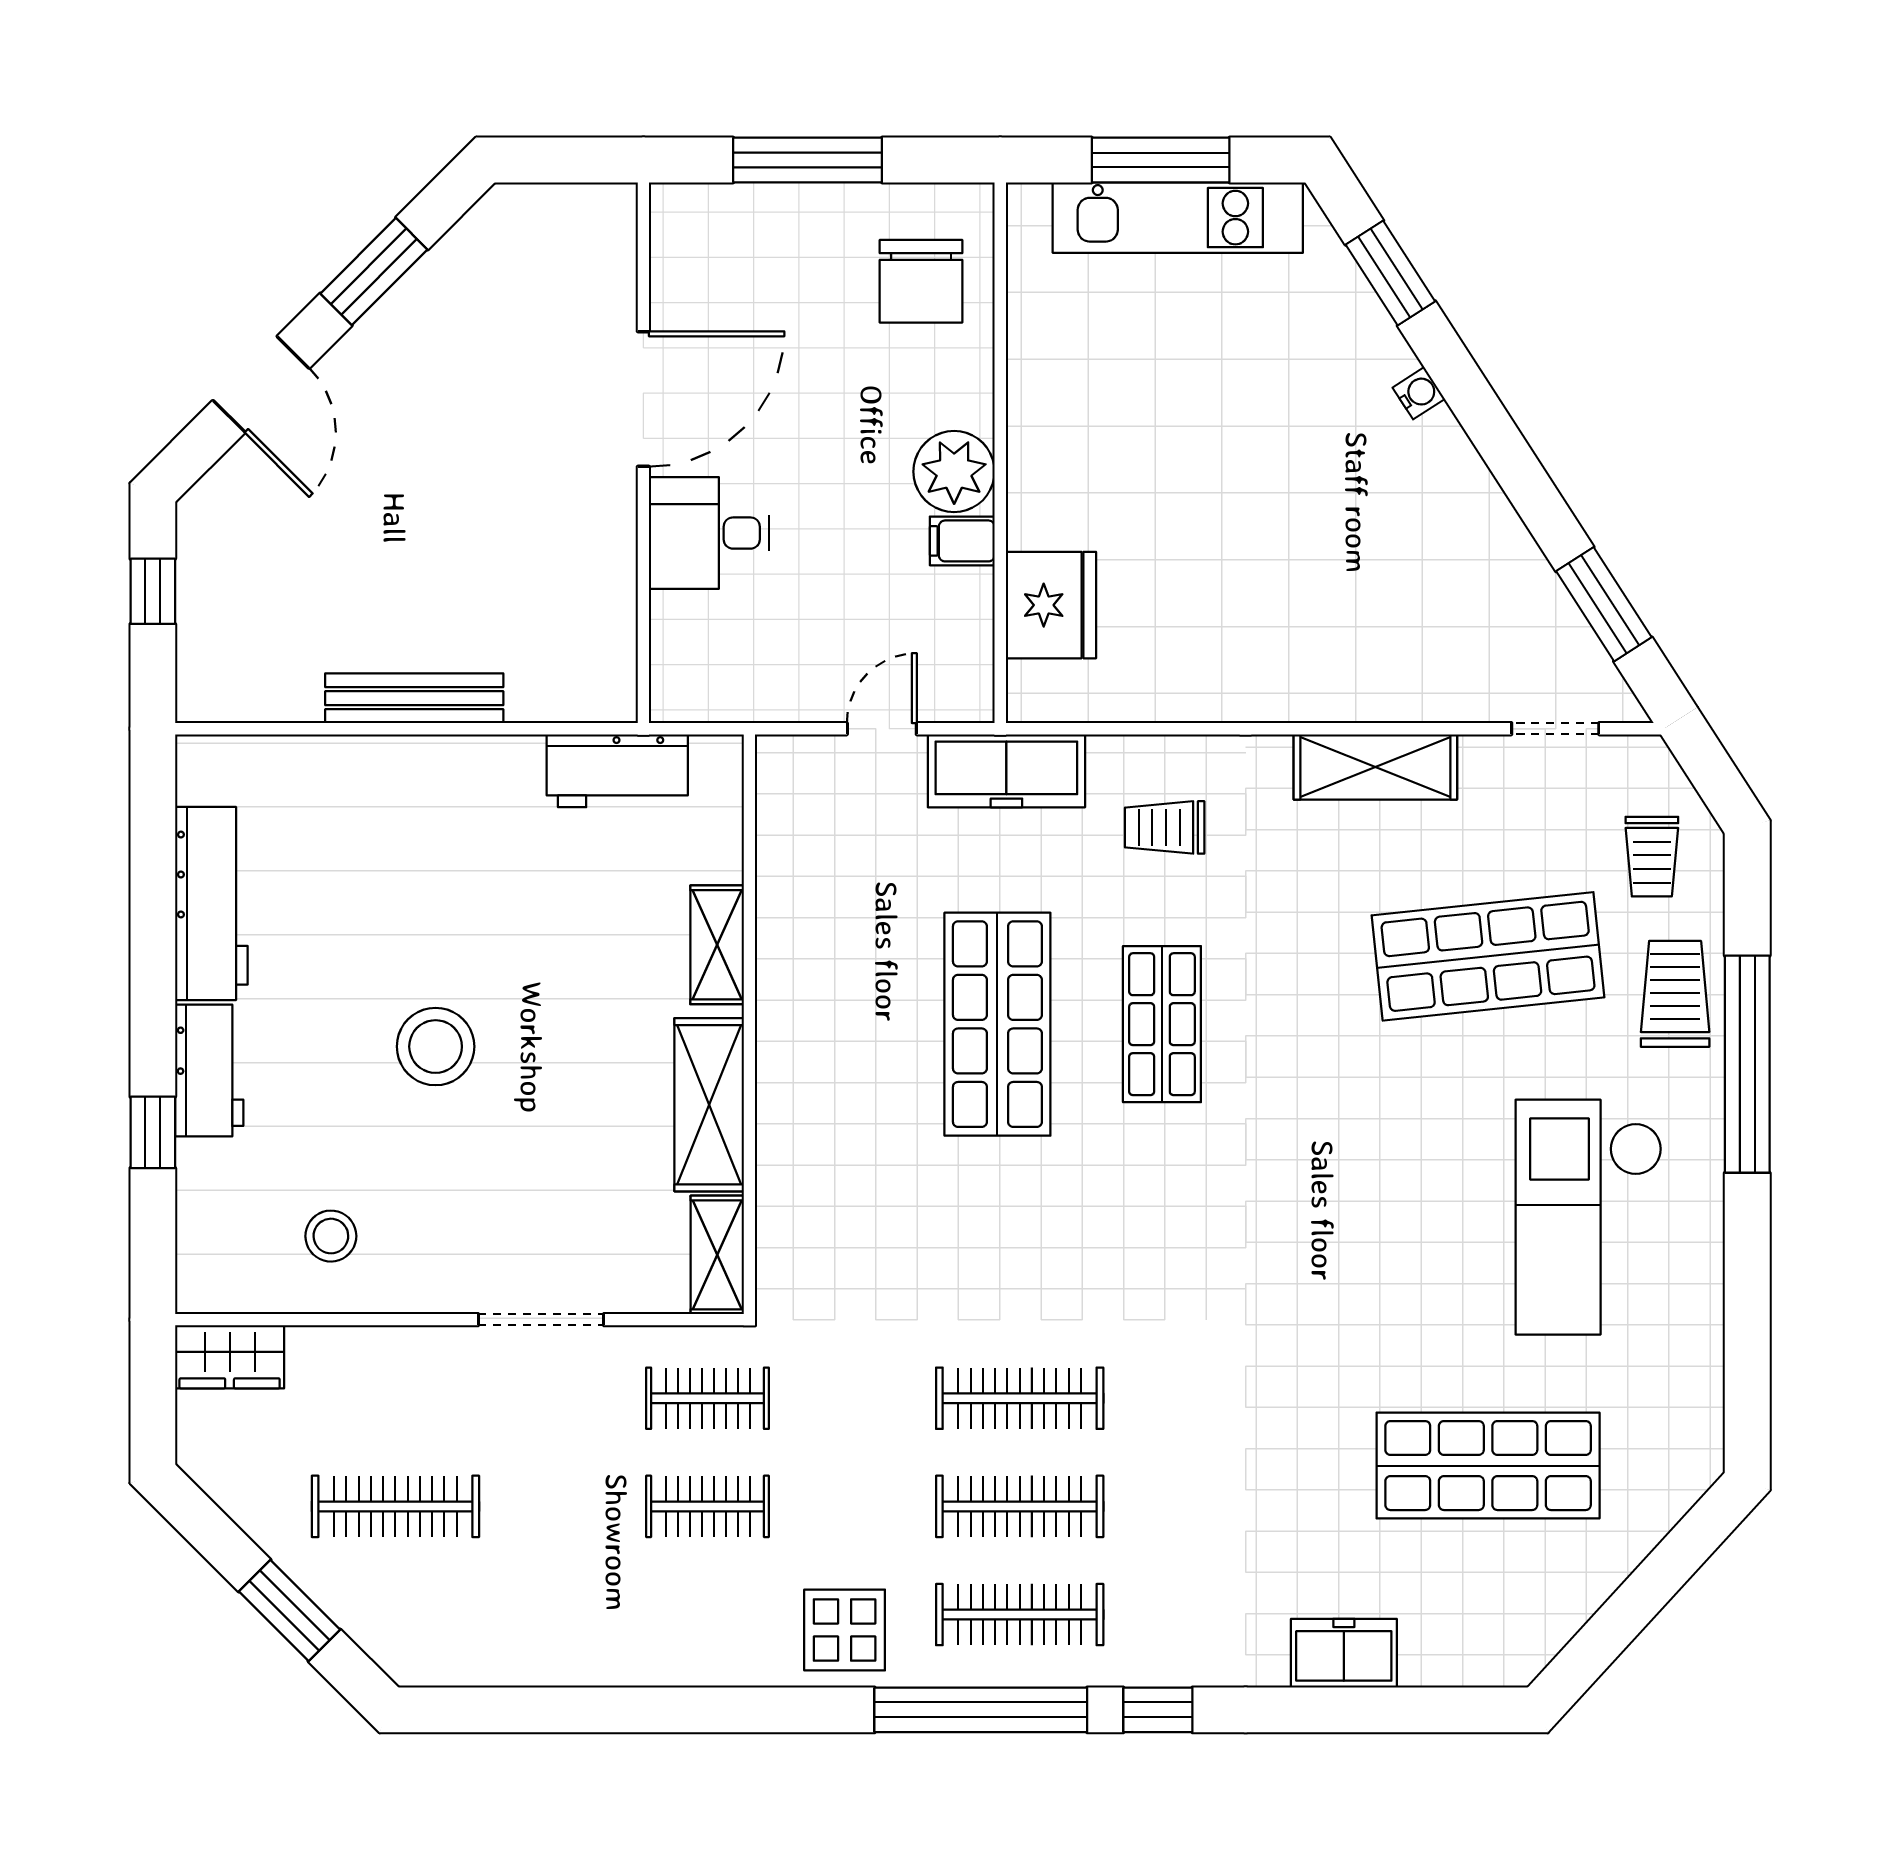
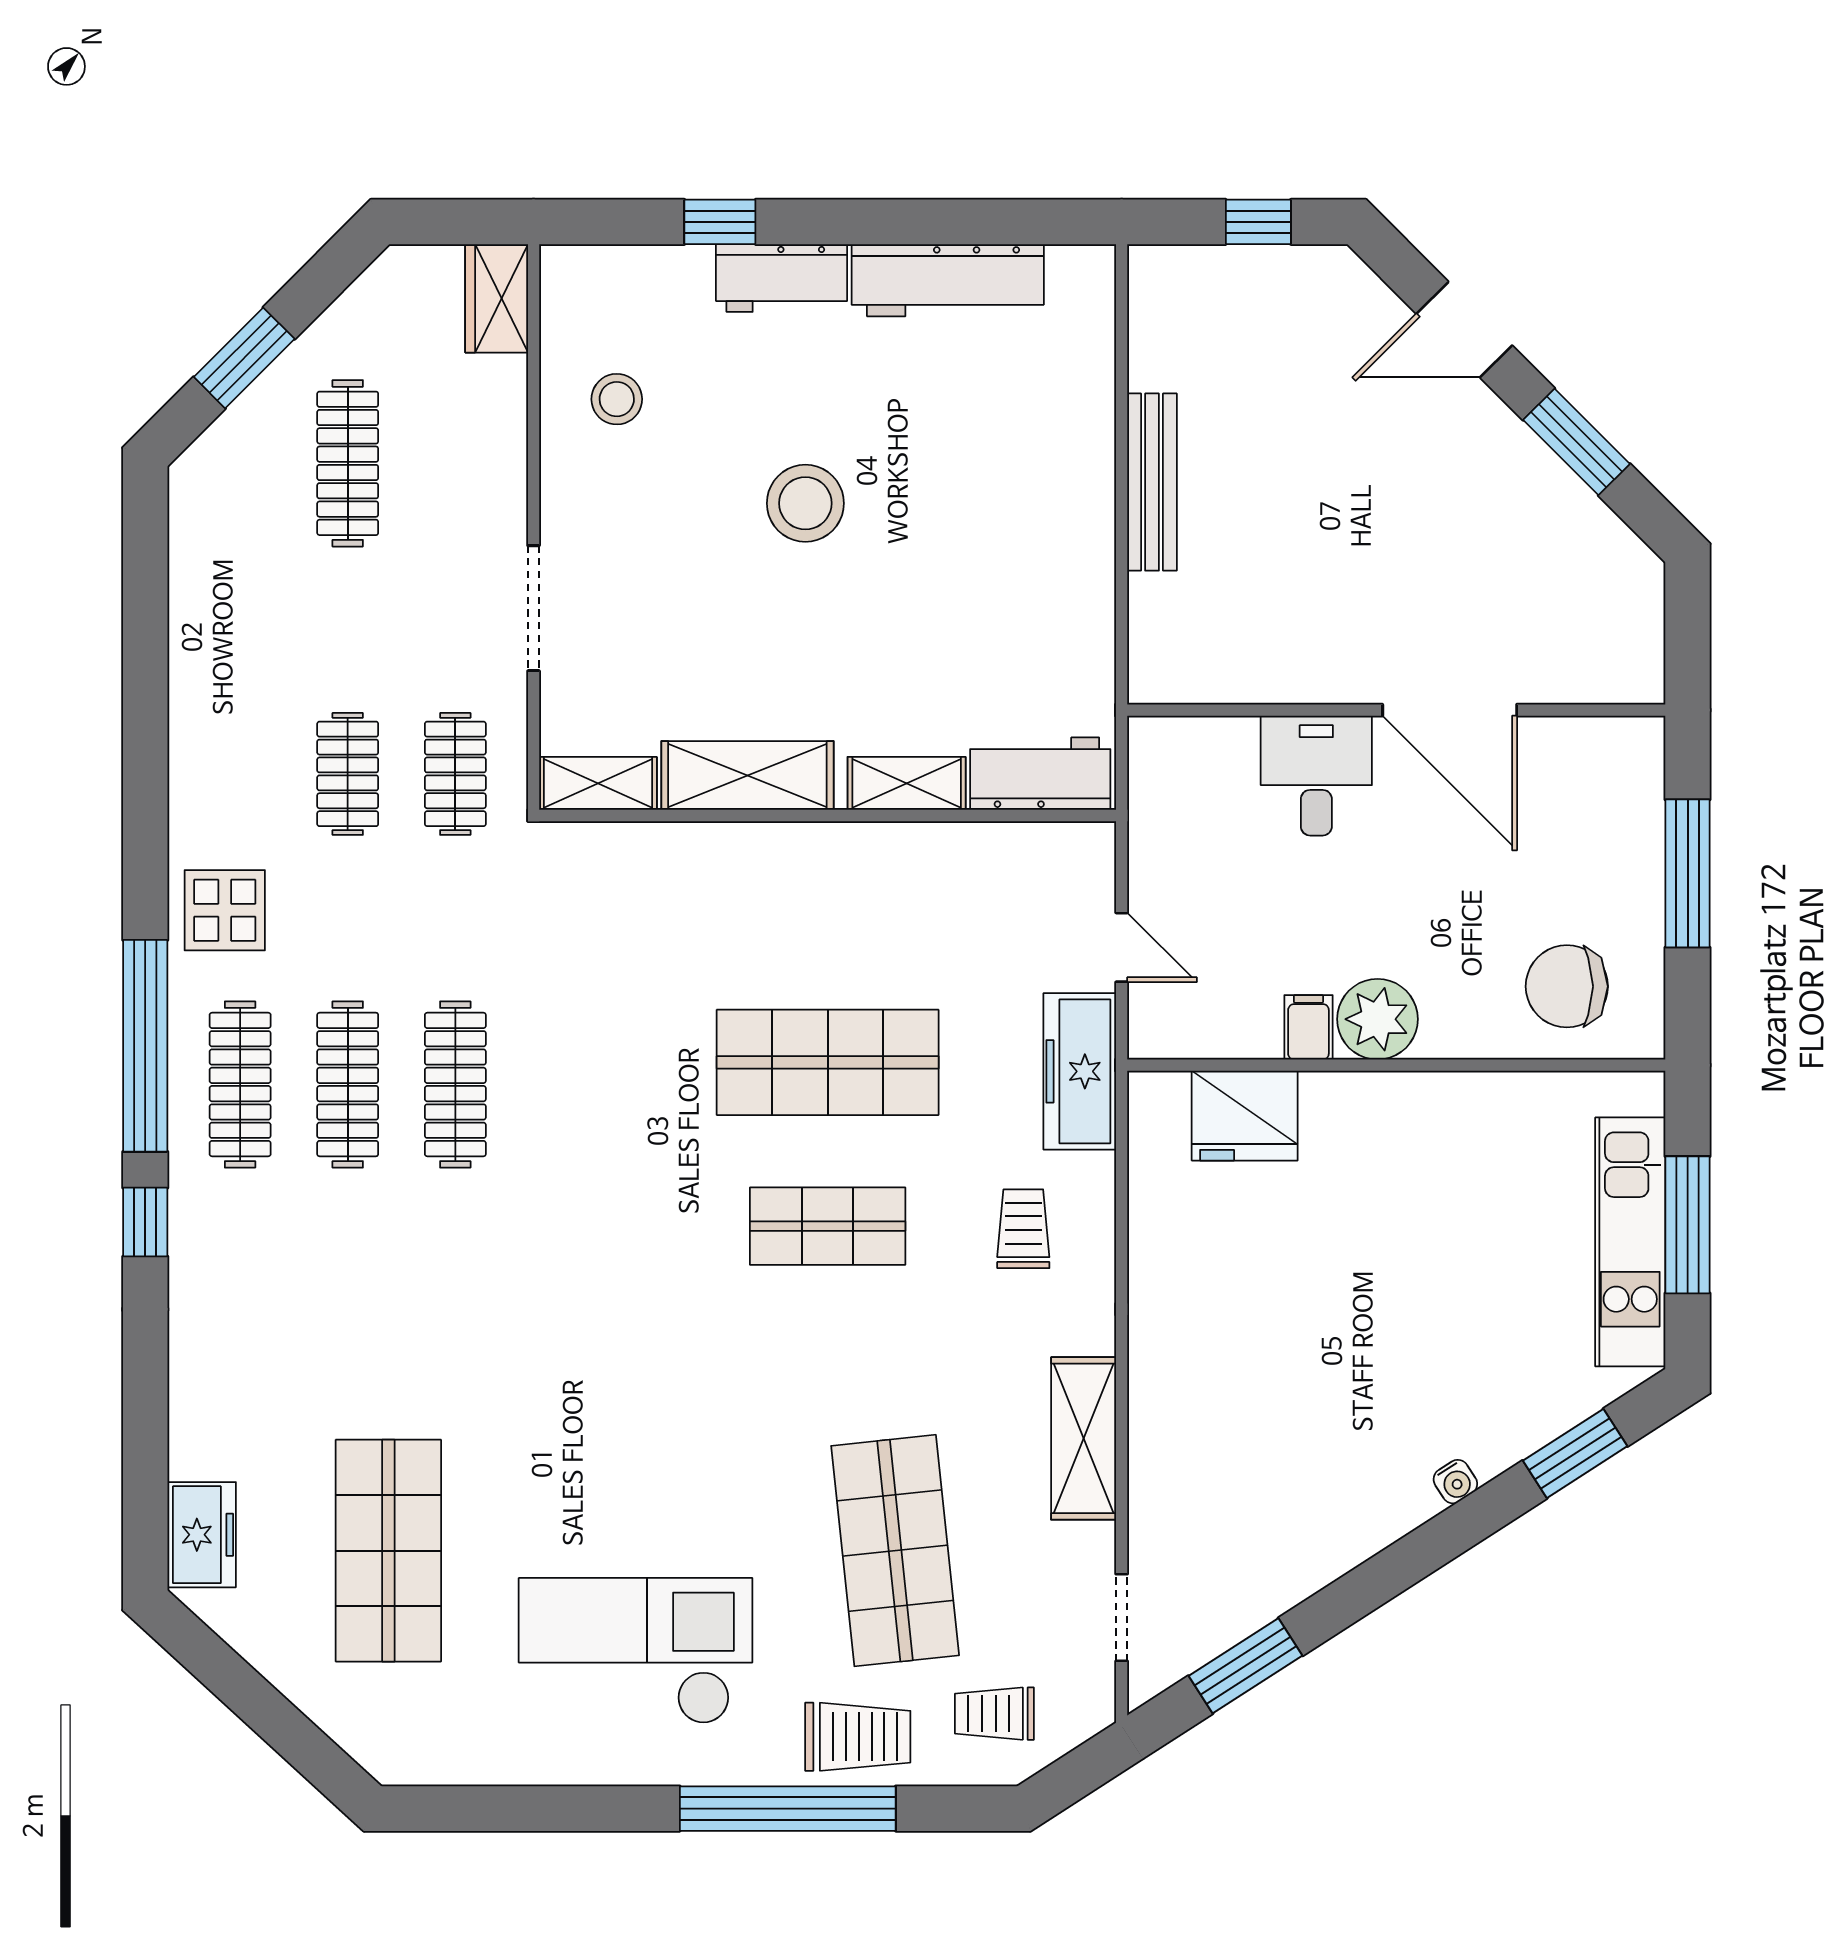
workbench: (617, 771) -> (1040, 774), moved, turned 90
freezer: (1344, 1653) -> (202, 1535), moved

